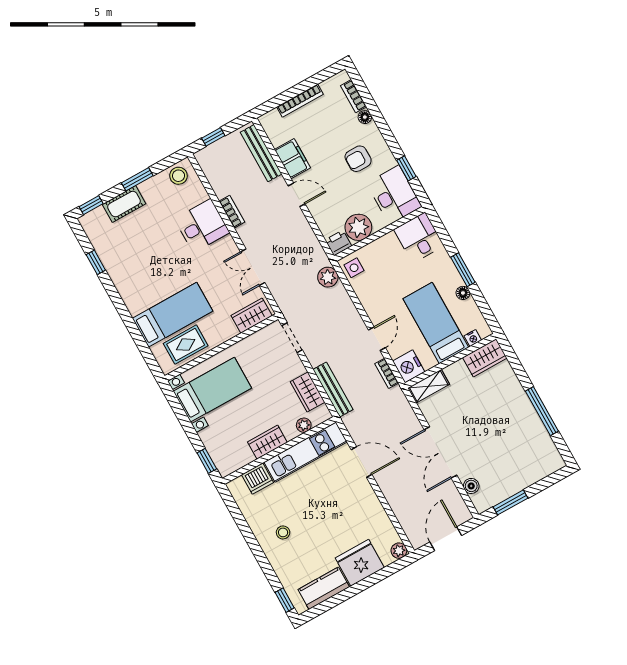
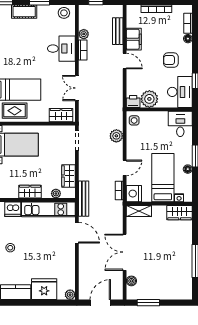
bench: (261, 153) -> (118, 31), width x0.73
plant: (221, 189) -> (84, 34), added
plant: (328, 277) -> (116, 136), moved
bench: (333, 390) -> (84, 199), moved

